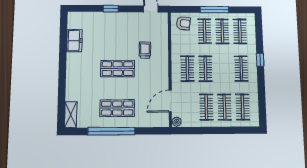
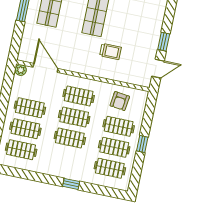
window: (111, 9) -> (164, 42), moved
window: (214, 10) -> (142, 144), width x0.46
armchair: (183, 23) -> (120, 101), moved
clothes rail: (241, 69) -> (70, 138), moved

